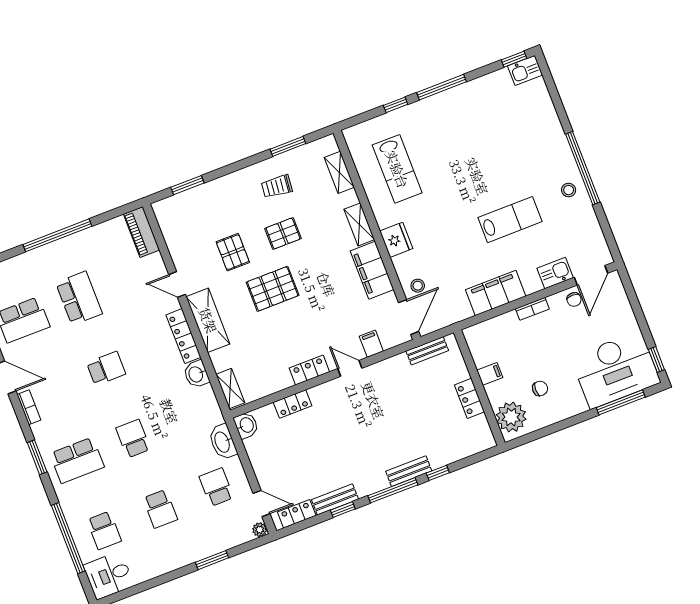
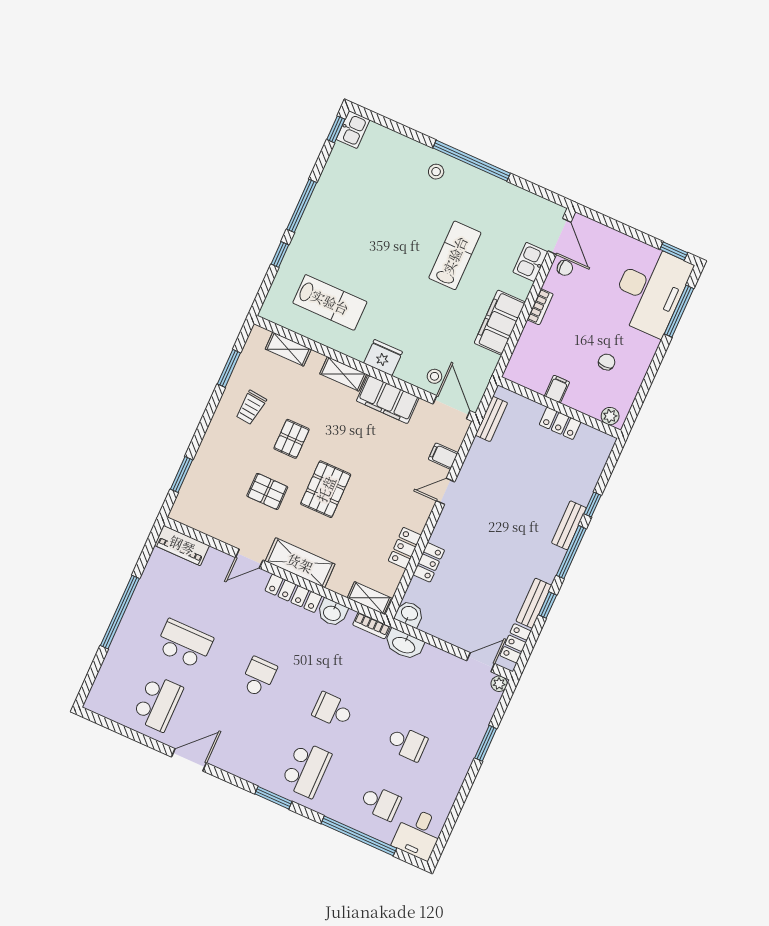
stool: (569, 190) -> (436, 172), moved
locker: (309, 370) -> (405, 548), moved
bookcase: (29, 407) -> (371, 626), moved, turned 180
plant: (511, 417) -> (610, 416), width x0.53, depth x0.53
school desk: (216, 487) -> (434, 684), removed

